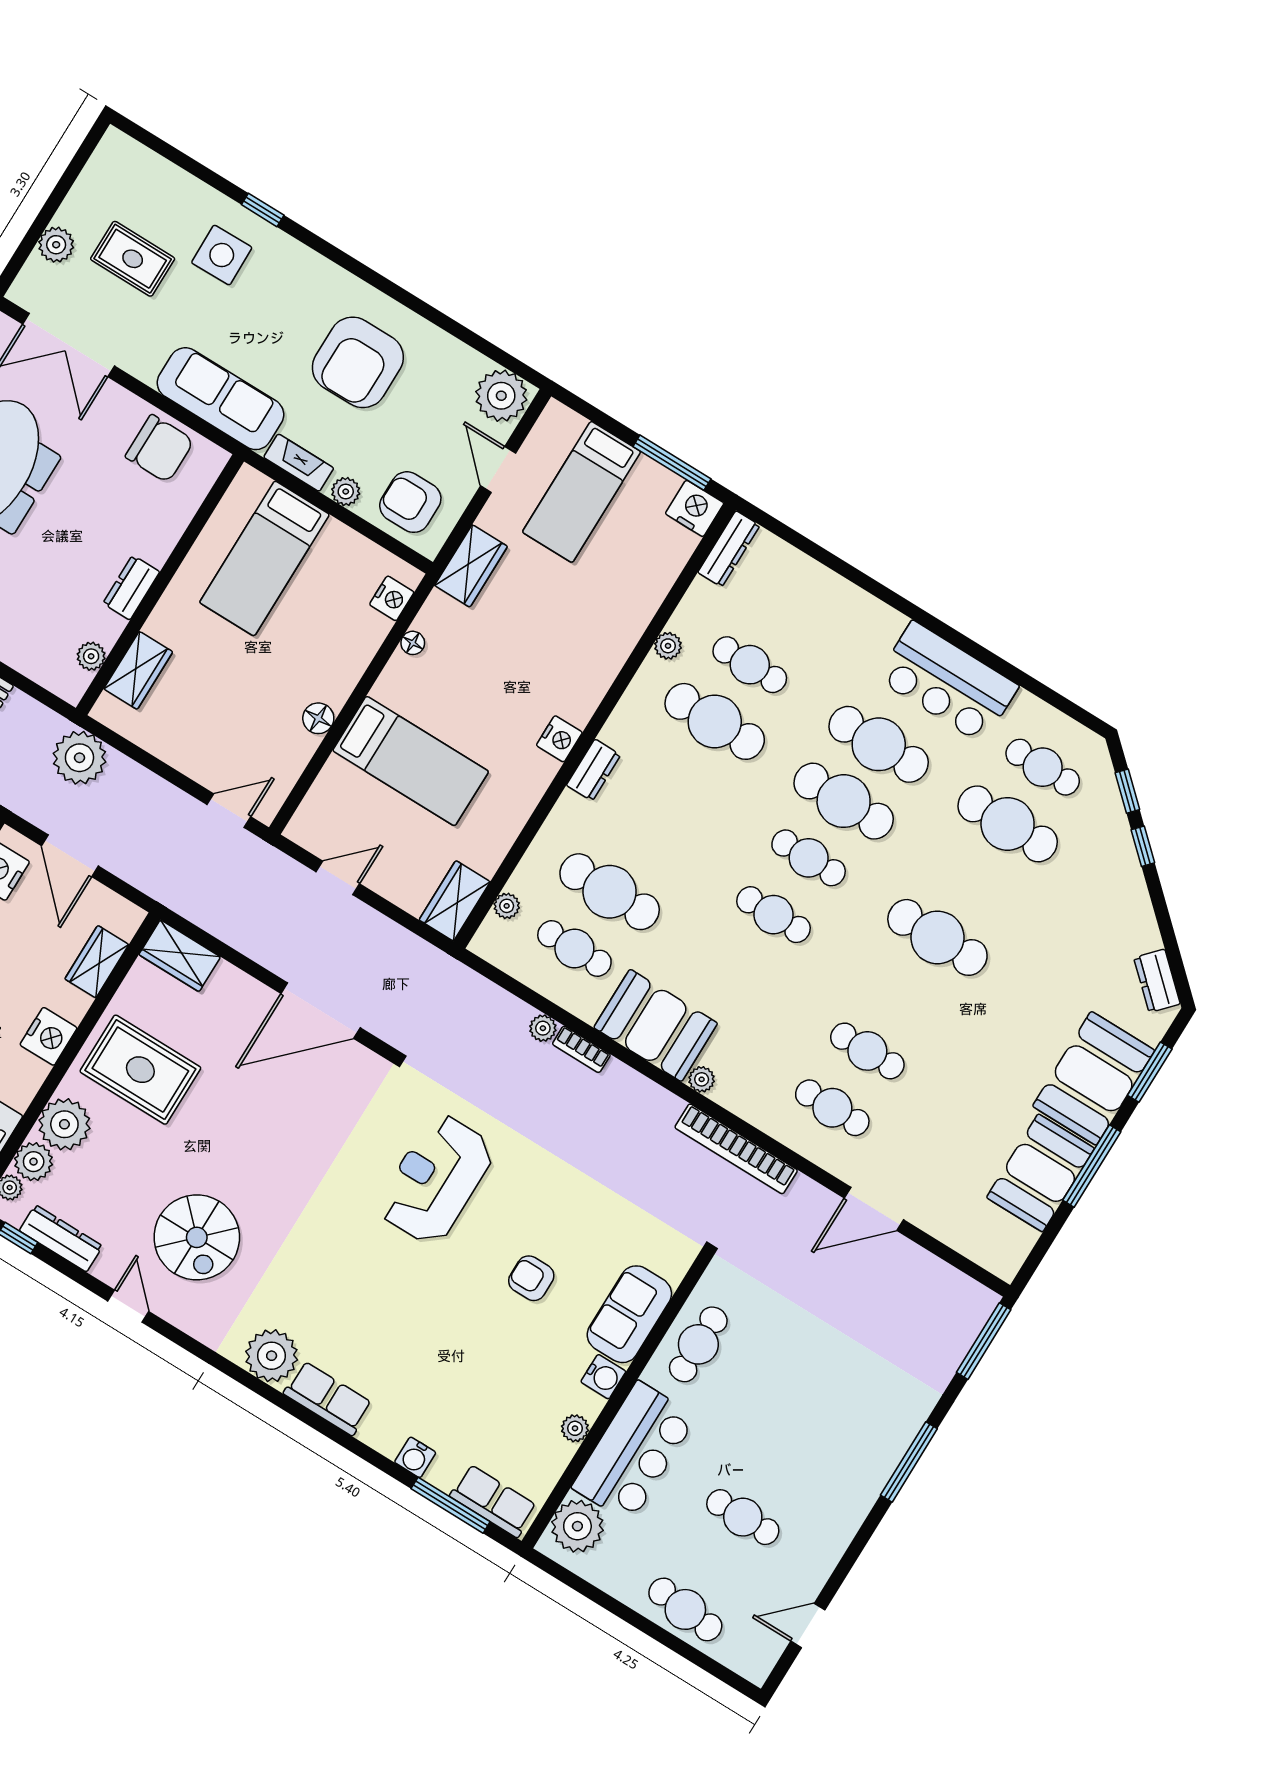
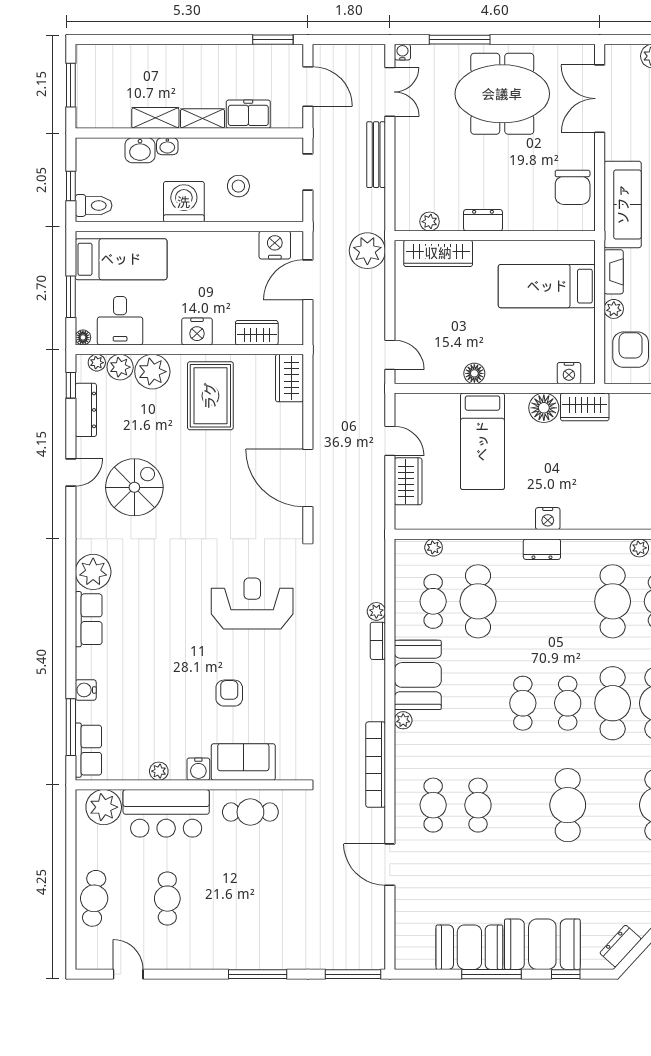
wardrobe: (471, 566) -> (585, 407), moved
floor lamp: (413, 643) -> (544, 408), width x1.89, depth x1.89
wardrobe: (138, 670) -> (438, 253), width x1.50
wardrobe: (455, 901) -> (408, 481), moved, turned 90
window: (1150, 1072) -> (566, 974), width x0.67
spiral stairs: (197, 1237) -> (134, 487), turned 180

